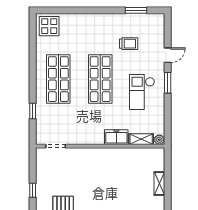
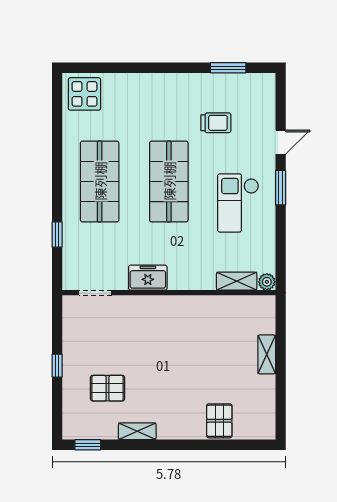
freezer: (116, 137) -> (148, 278), moved

